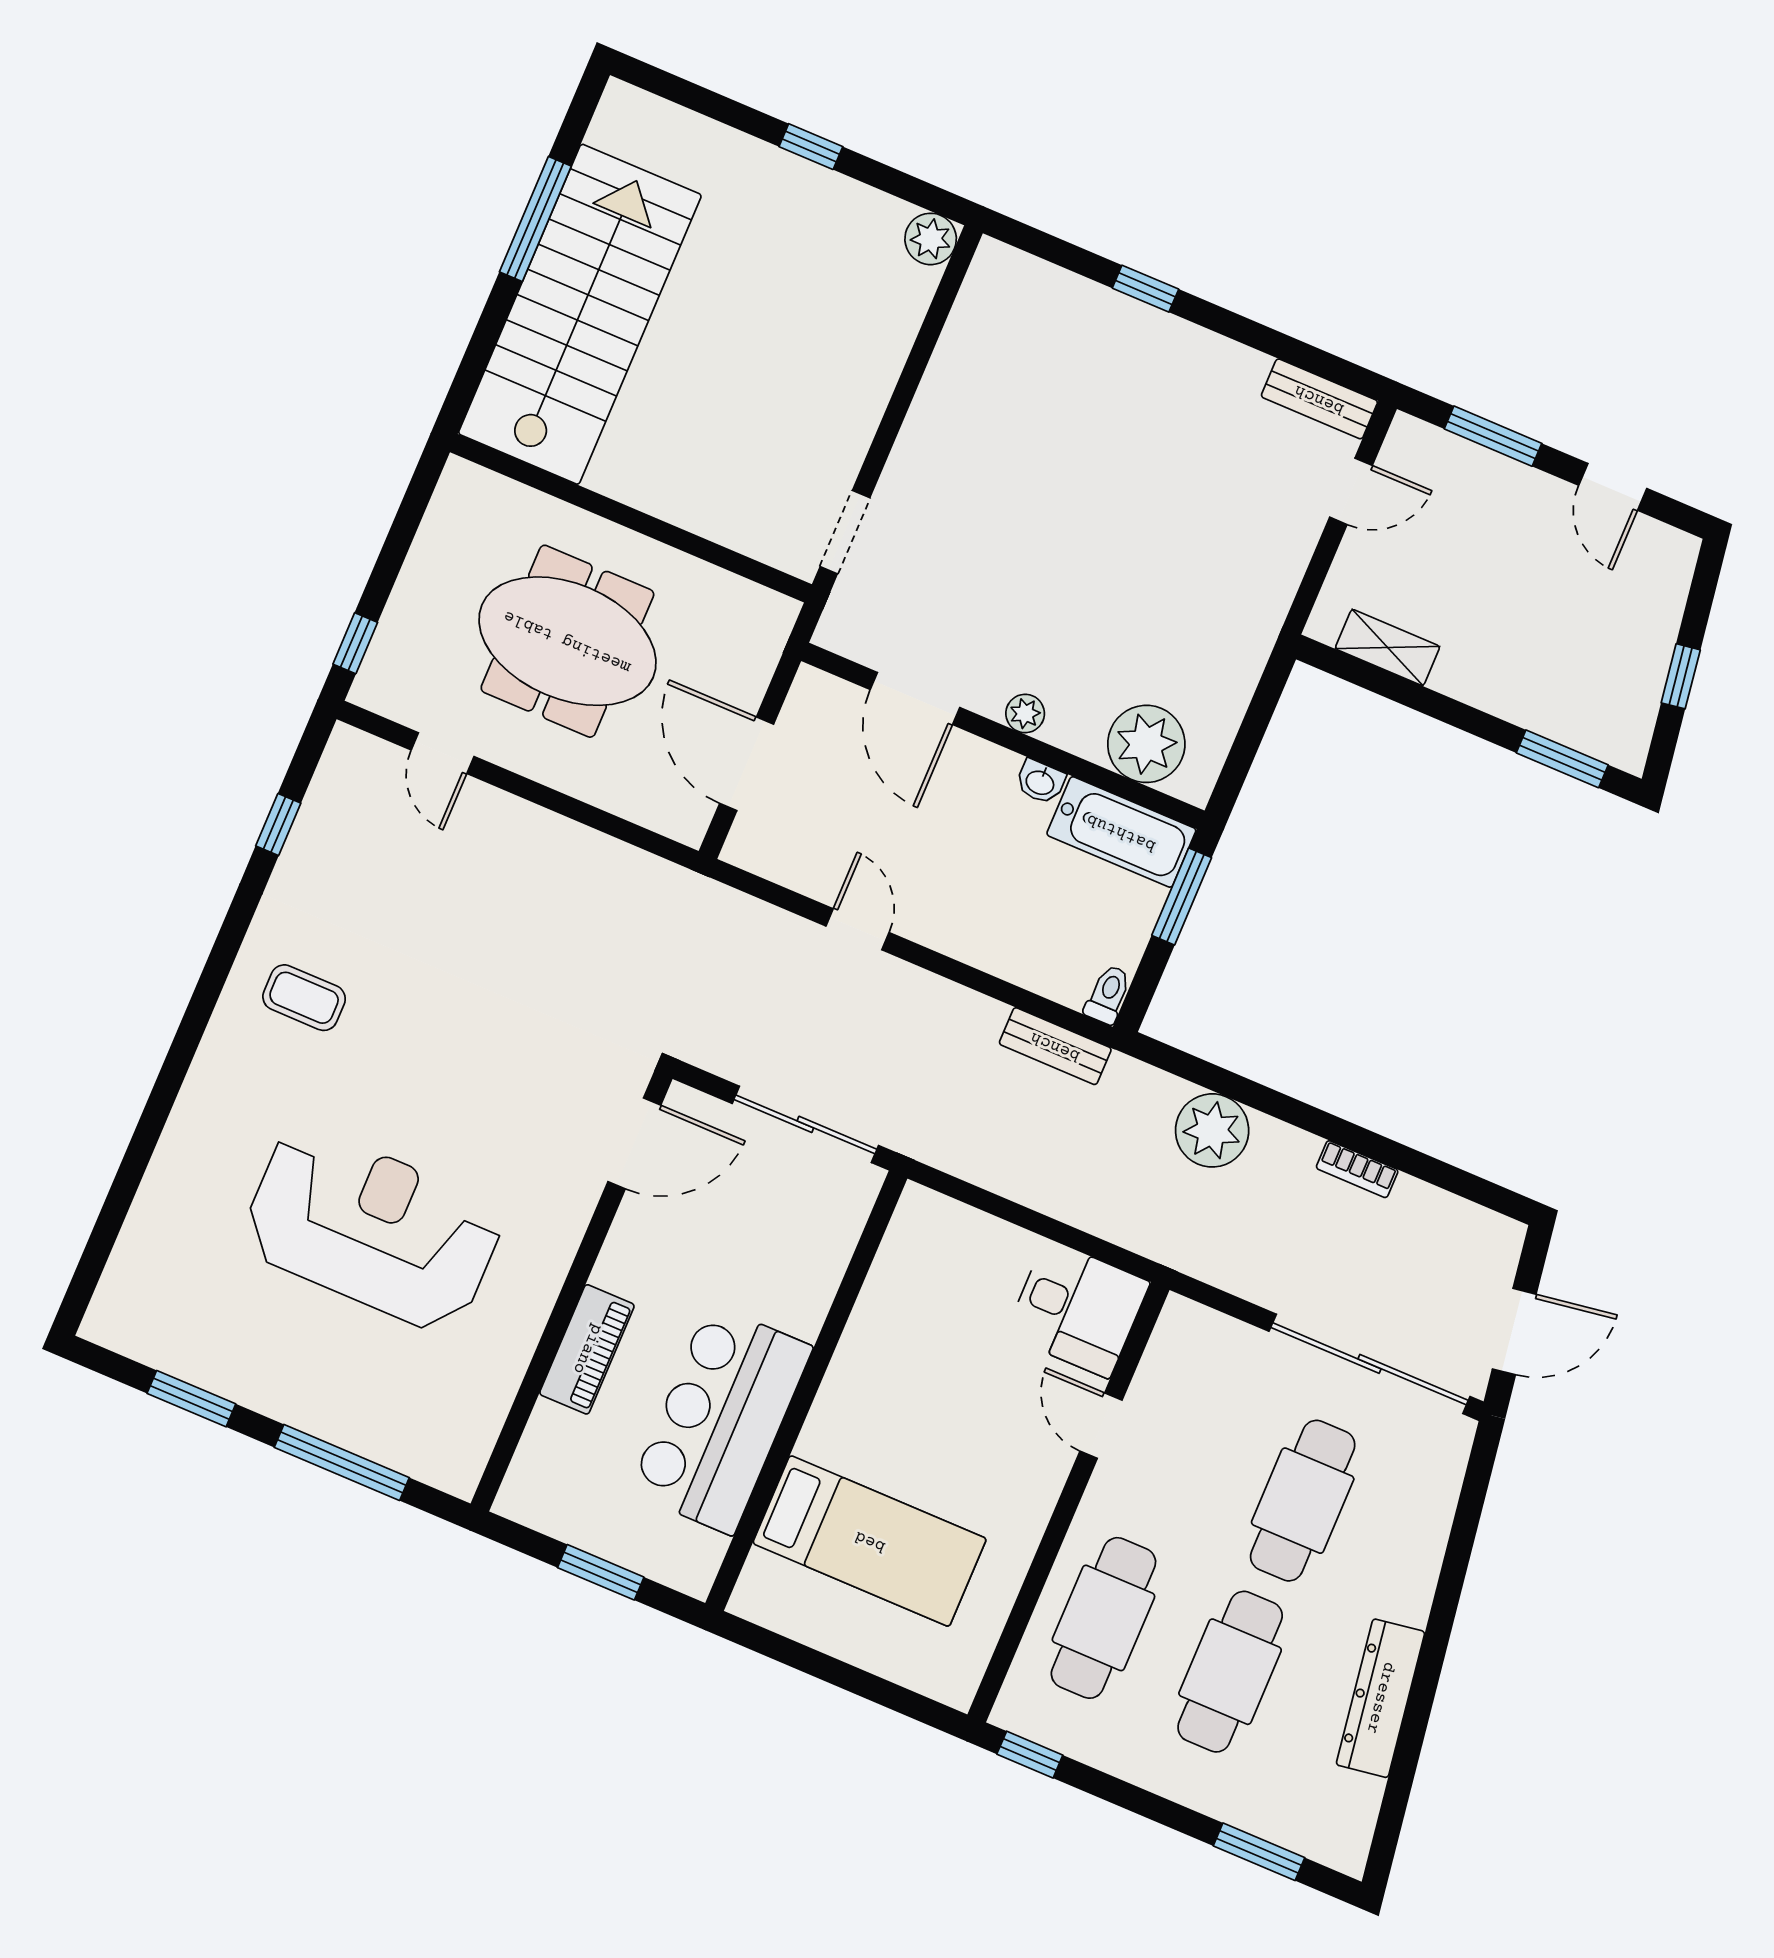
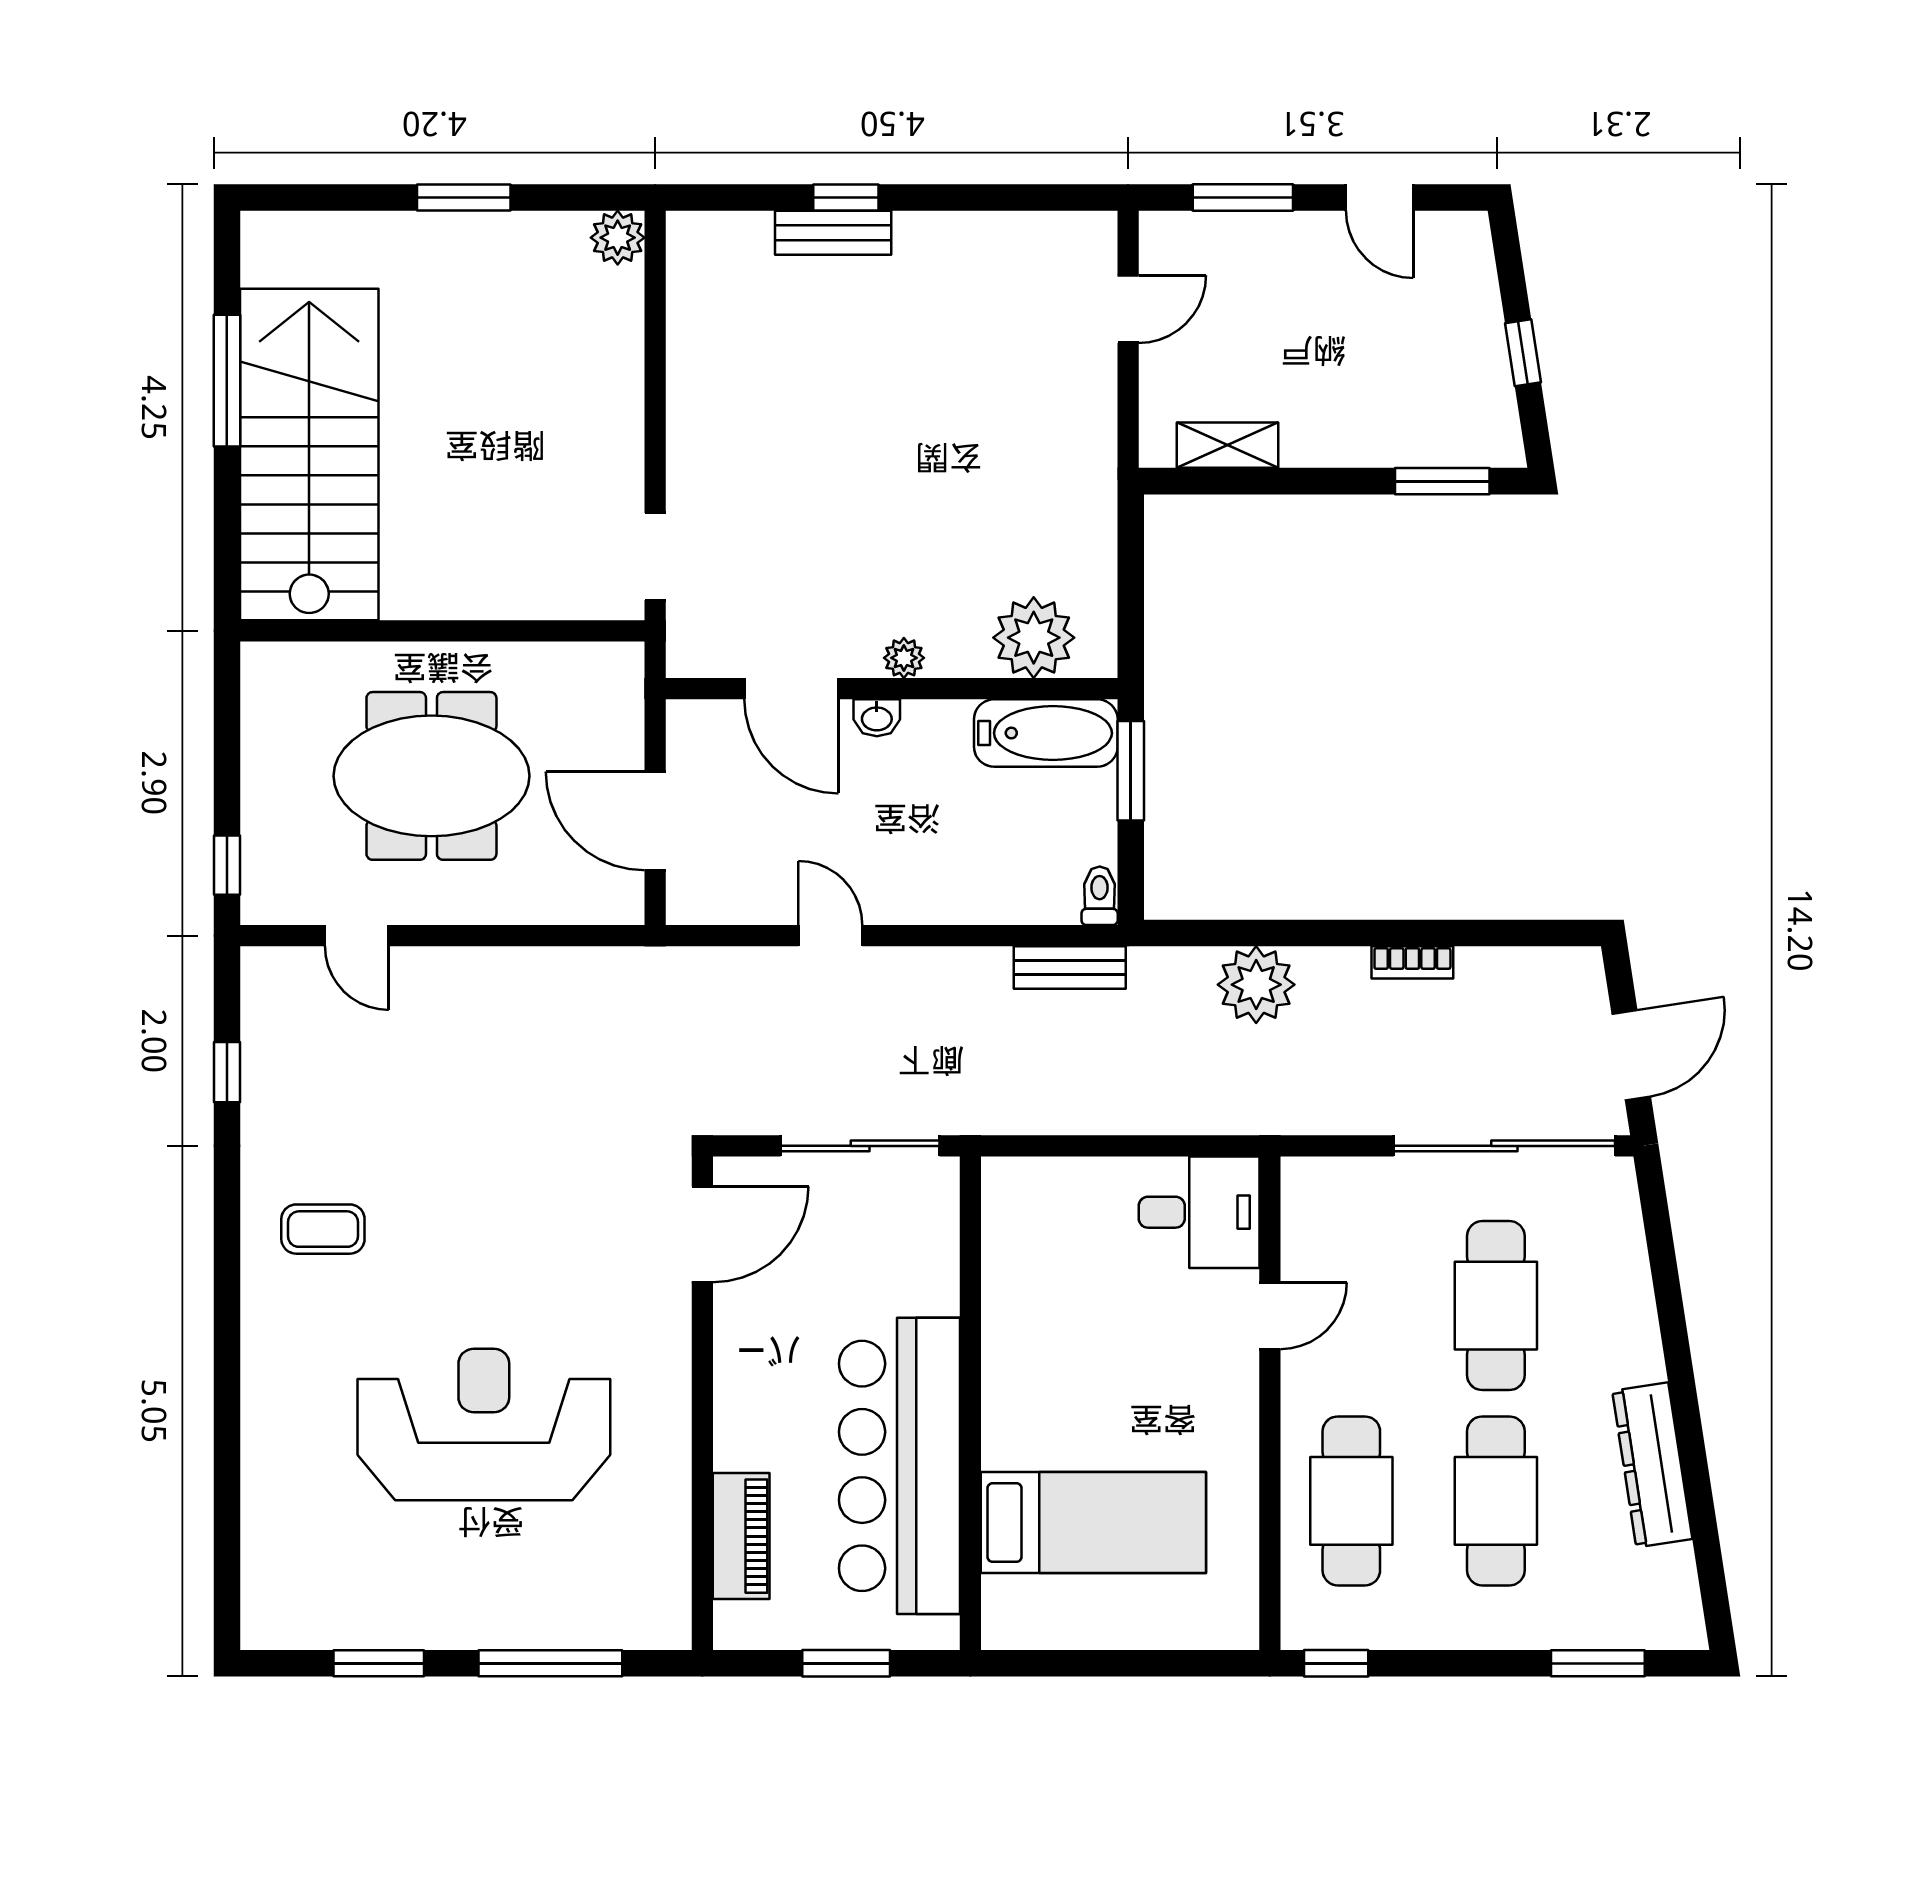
window: (811, 147) -> (464, 197), width x1.50
bench: (1319, 399) -> (833, 233), moved
washbasin: (1040, 782) -> (877, 718), moved
piano: (587, 1349) -> (741, 1536), moved
bar counter: (721, 1419) -> (900, 1466), width x1.36
door: (1101, 1426) -> (1270, 1316), swing flipped

